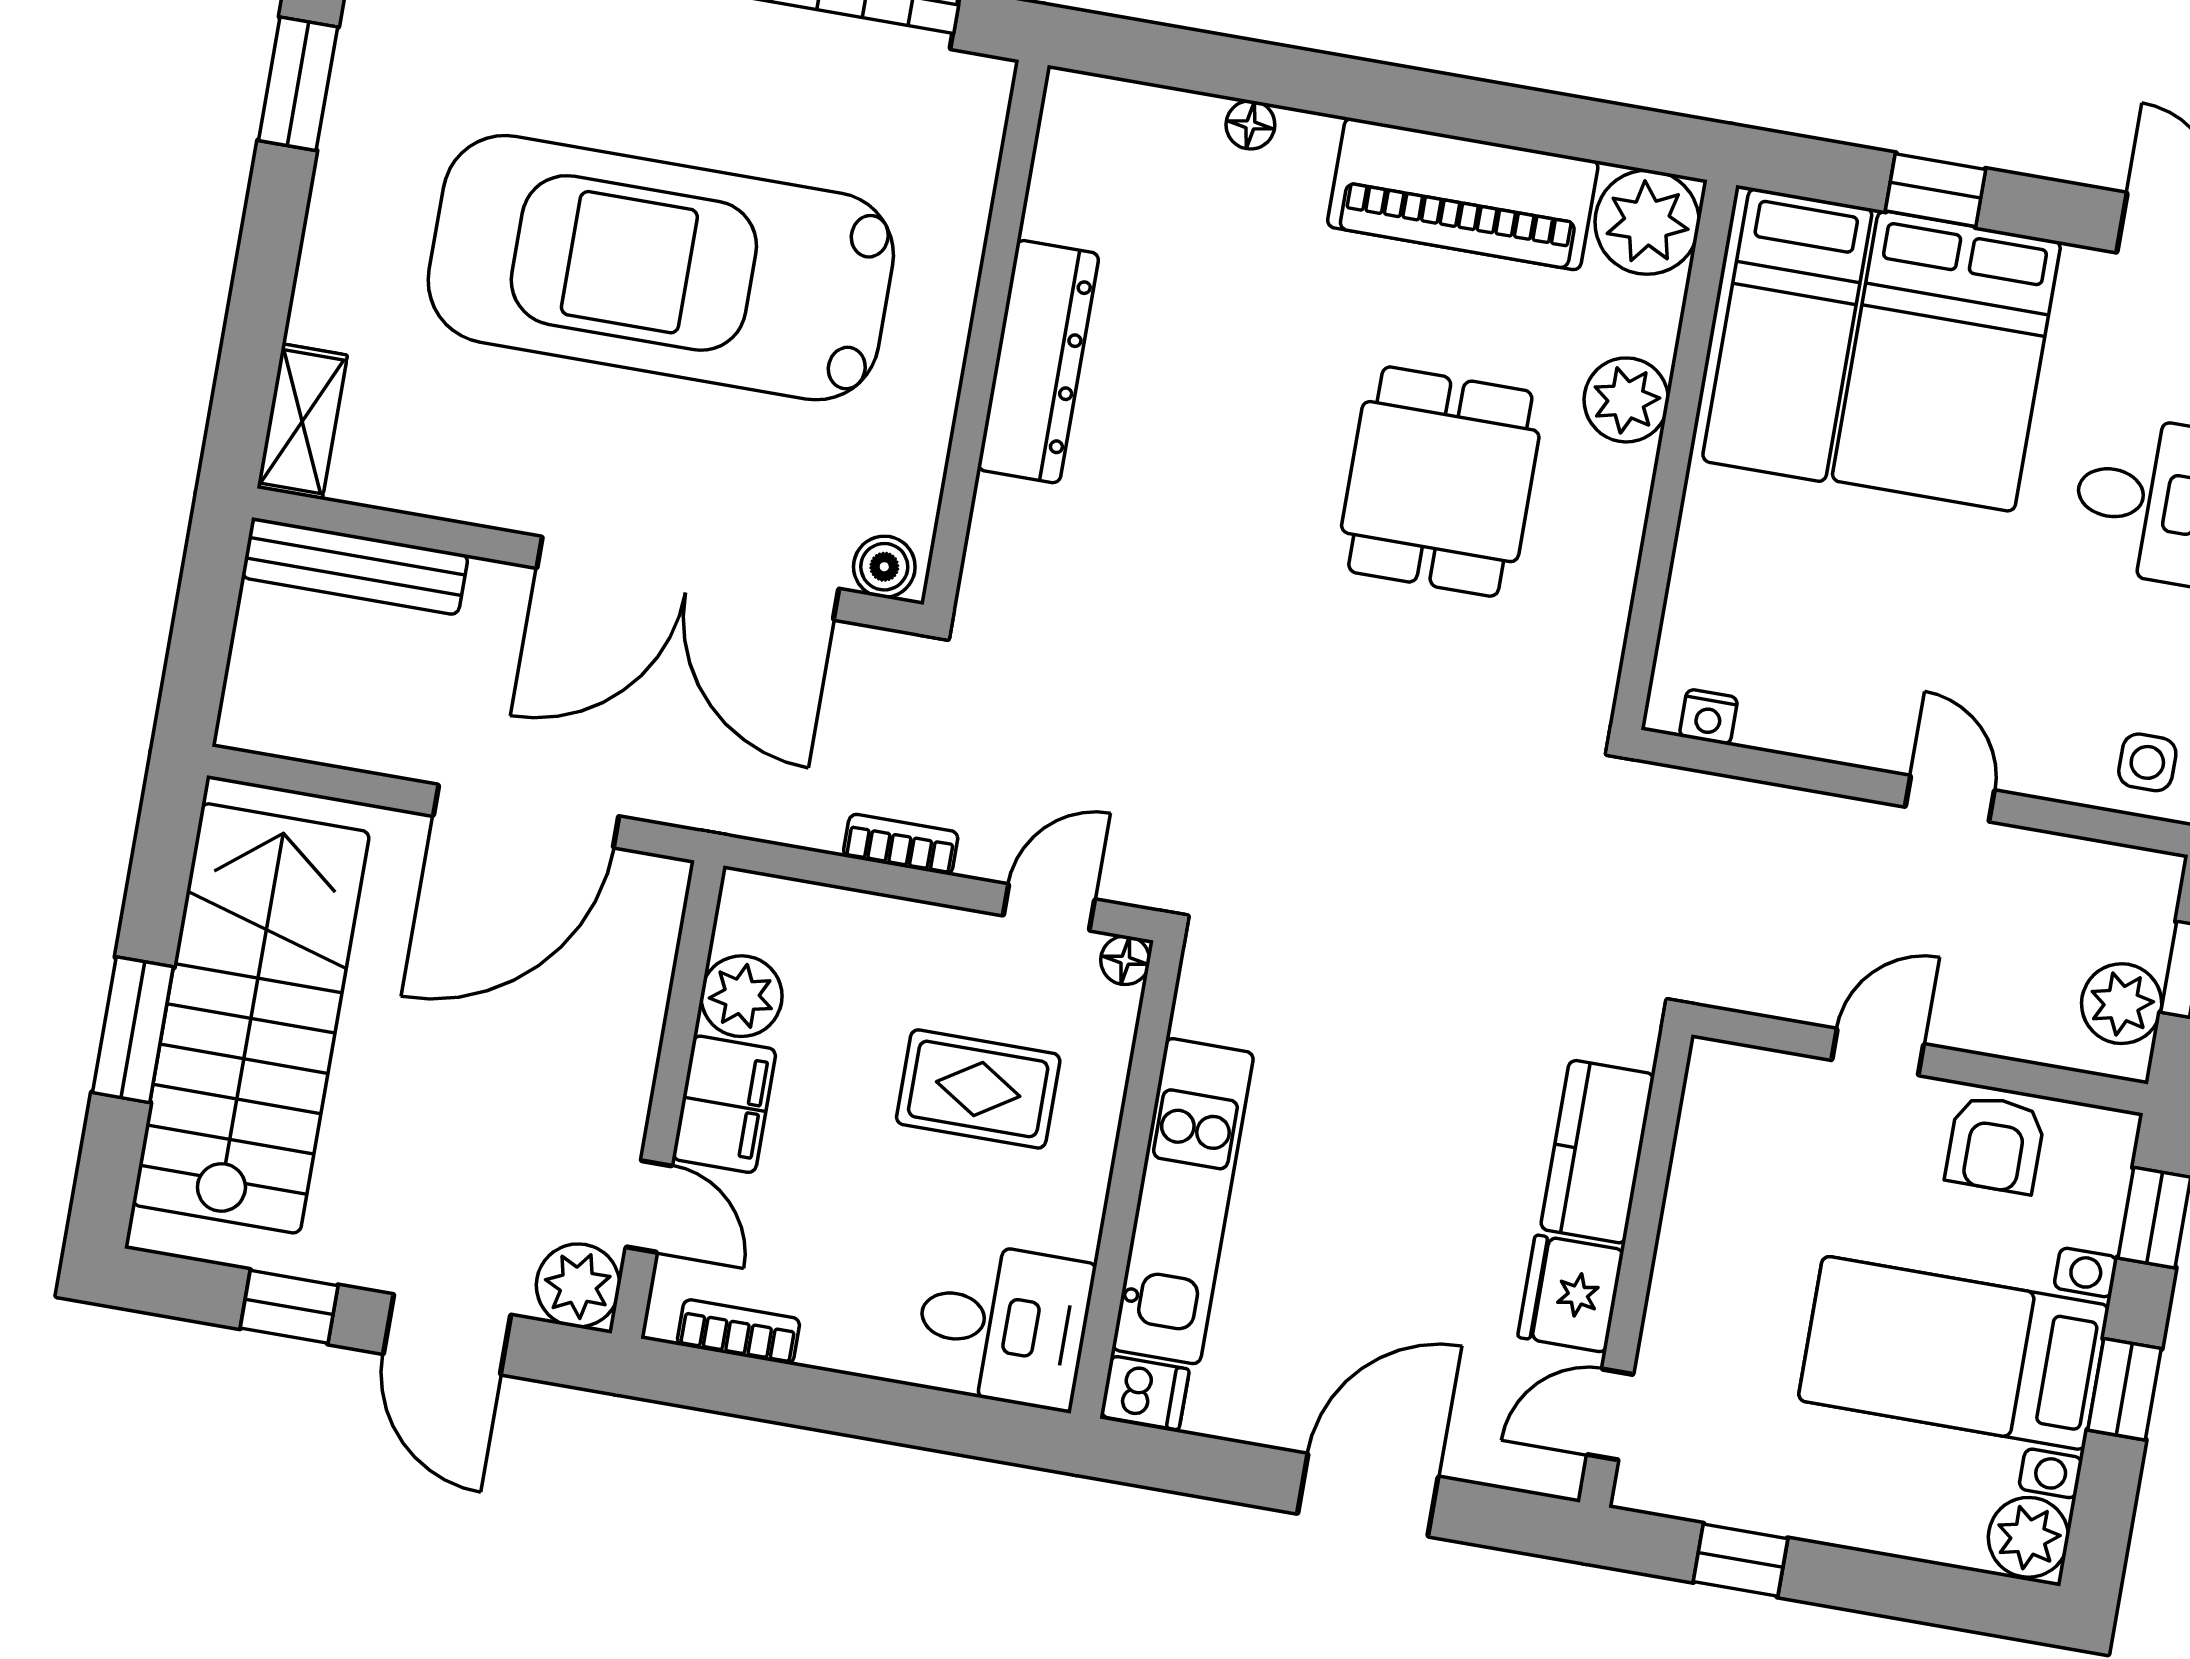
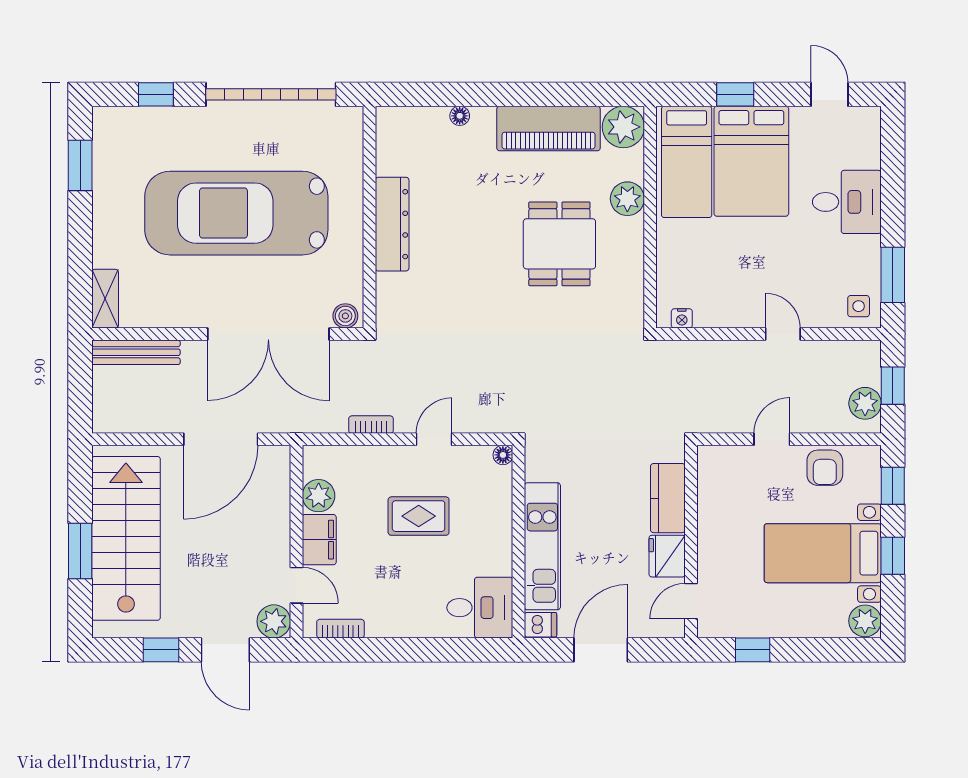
floor lamp: (1125, 960) -> (503, 455), moved
wall: (1127, 1180) -> (519, 542), moved
kitchen unit: (1183, 1201) -> (542, 546), moved
desk: (1003, 1325) -> (480, 608), moved
dishwasher: (1145, 1393) -> (541, 625), moved

